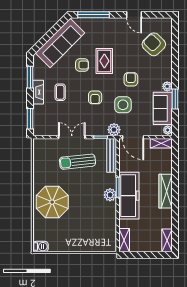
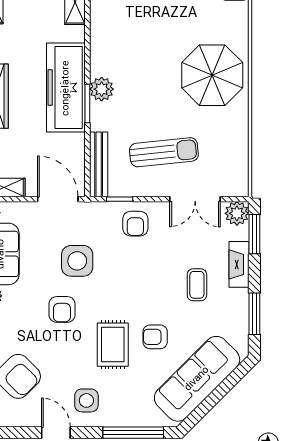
side table: (118, 32) -> (86, 400), added
fireplace: (38, 92) -> (239, 264), moved
armchair: (95, 97) -> (135, 224), moved, turned 180
plant: (114, 130) -> (237, 213), moved
double door: (72, 137) -> (195, 199), moved

